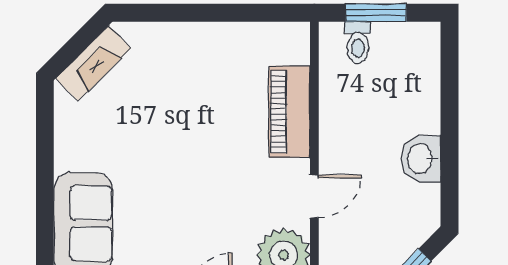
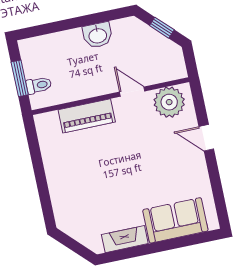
fireplace: (93, 63) -> (125, 239), moved, turned -45

